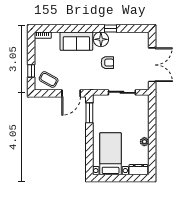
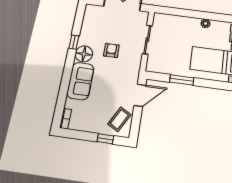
door: (71, 93) -> (140, 95), hinge flipped
window: (89, 113) -> (182, 80), moved

